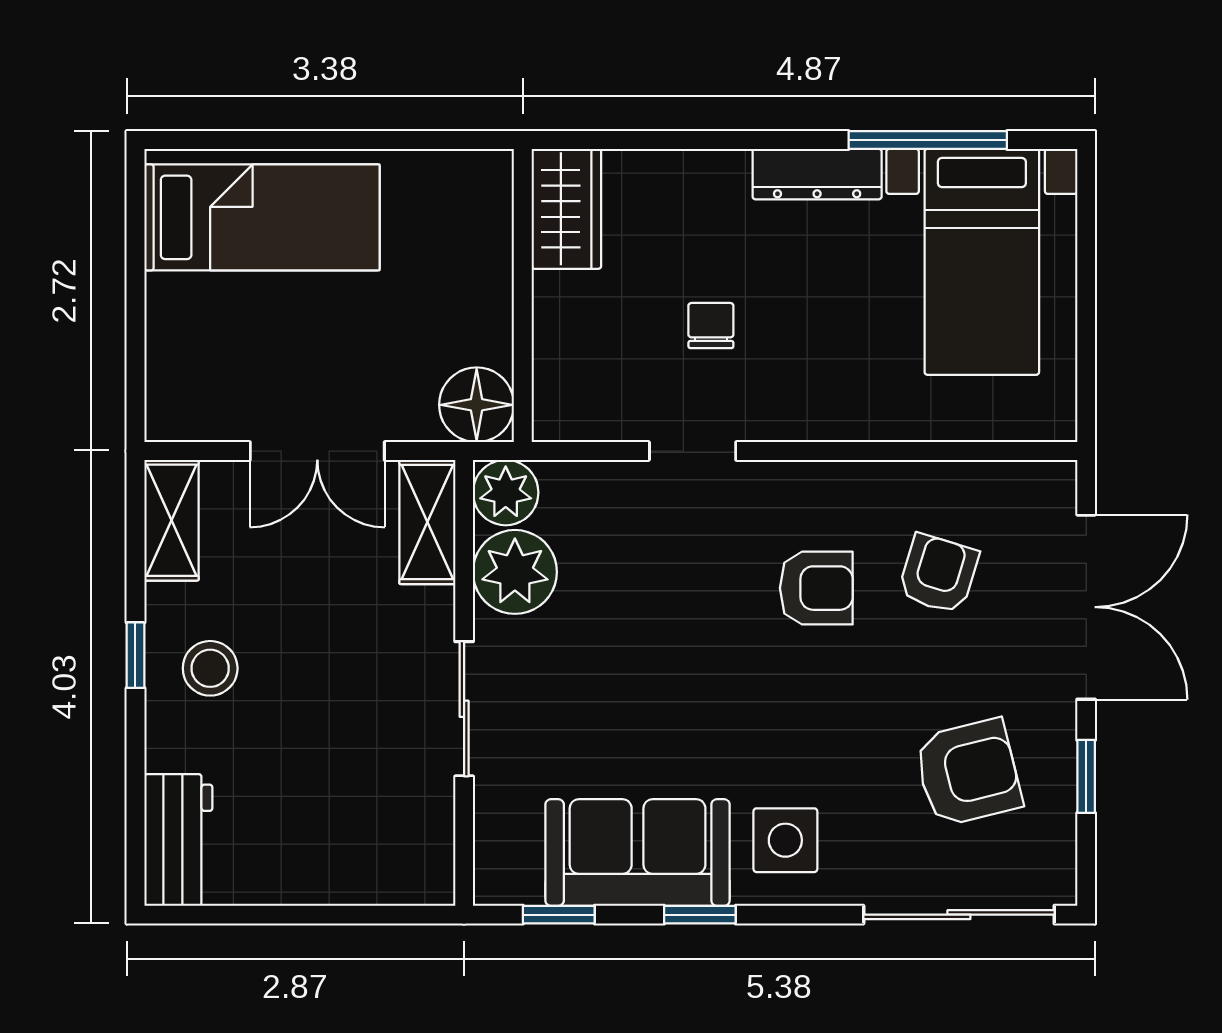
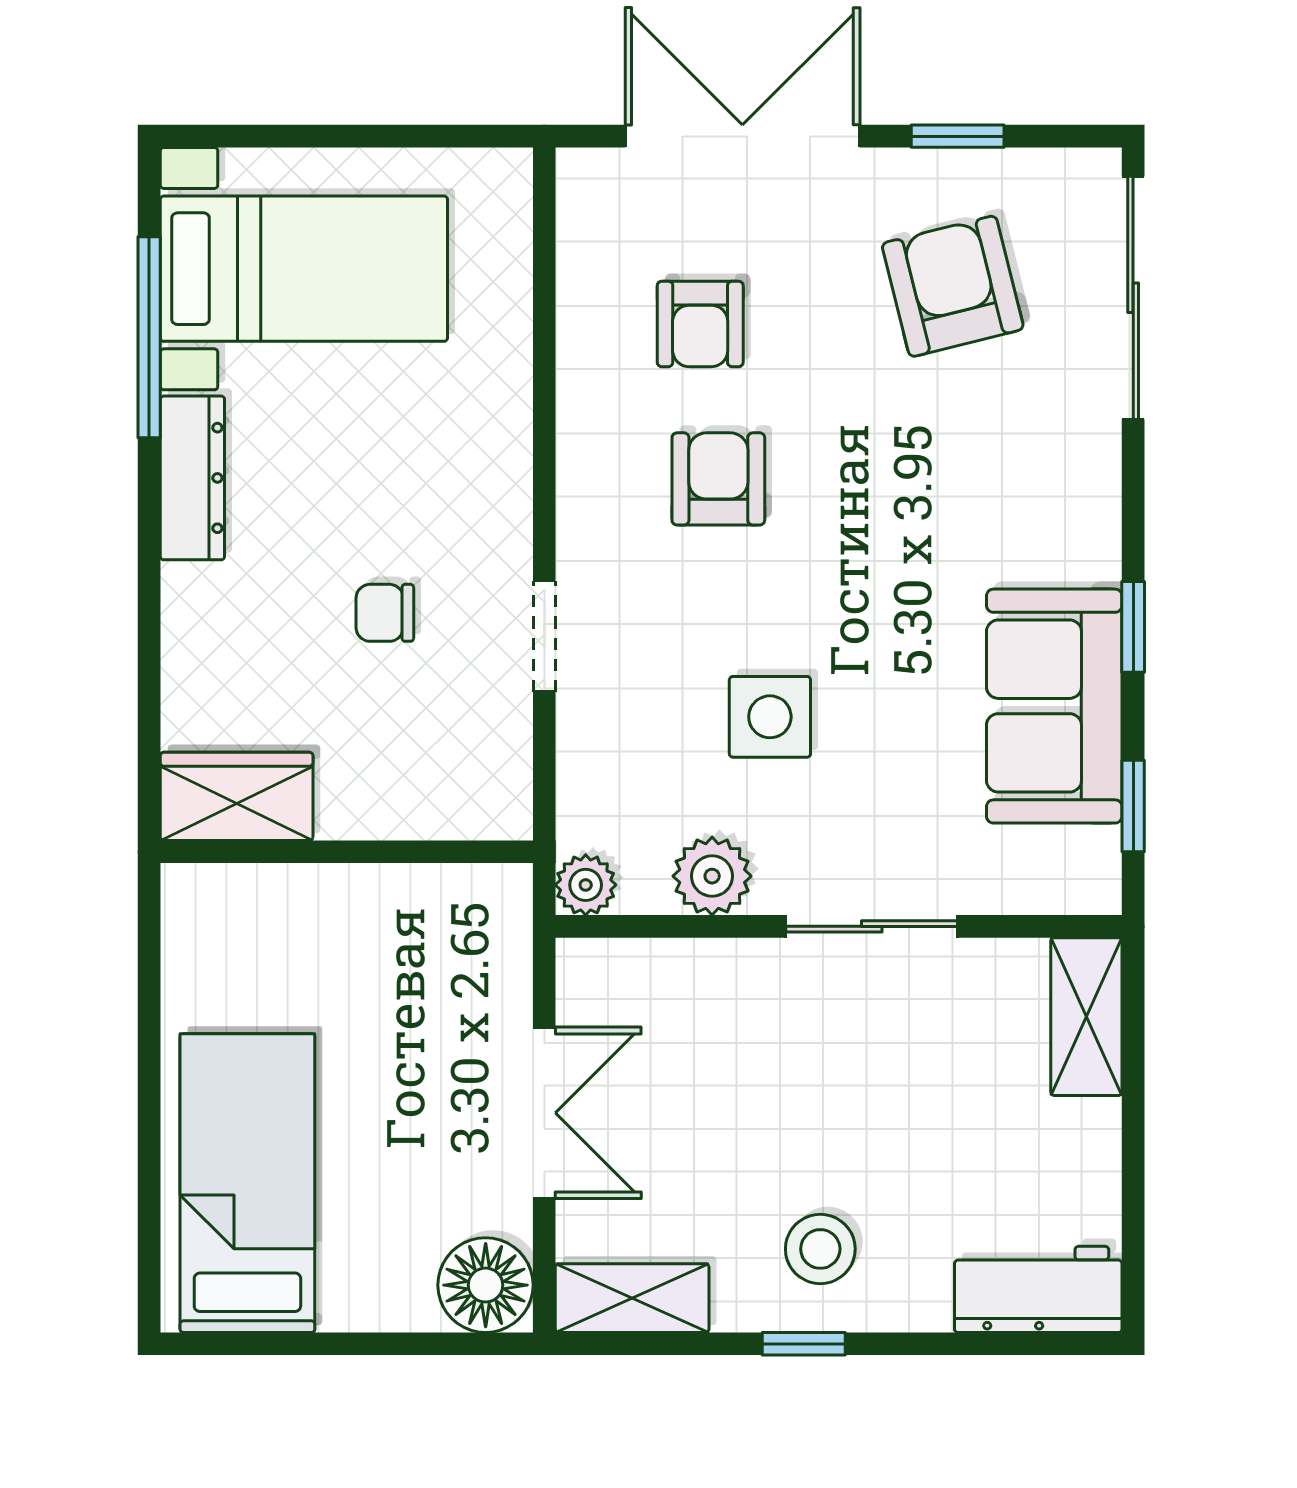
floor lamp: (477, 405) -> (486, 1285), moved
plant: (506, 493) -> (586, 885), width x0.73, depth x0.73
shelving: (427, 522) -> (1086, 1017), moved, turned 90
plant: (515, 572) -> (712, 876), width x0.73, depth x0.73
armchair: (938, 574) -> (700, 324), turned -107
side table: (785, 840) -> (770, 717), moved

